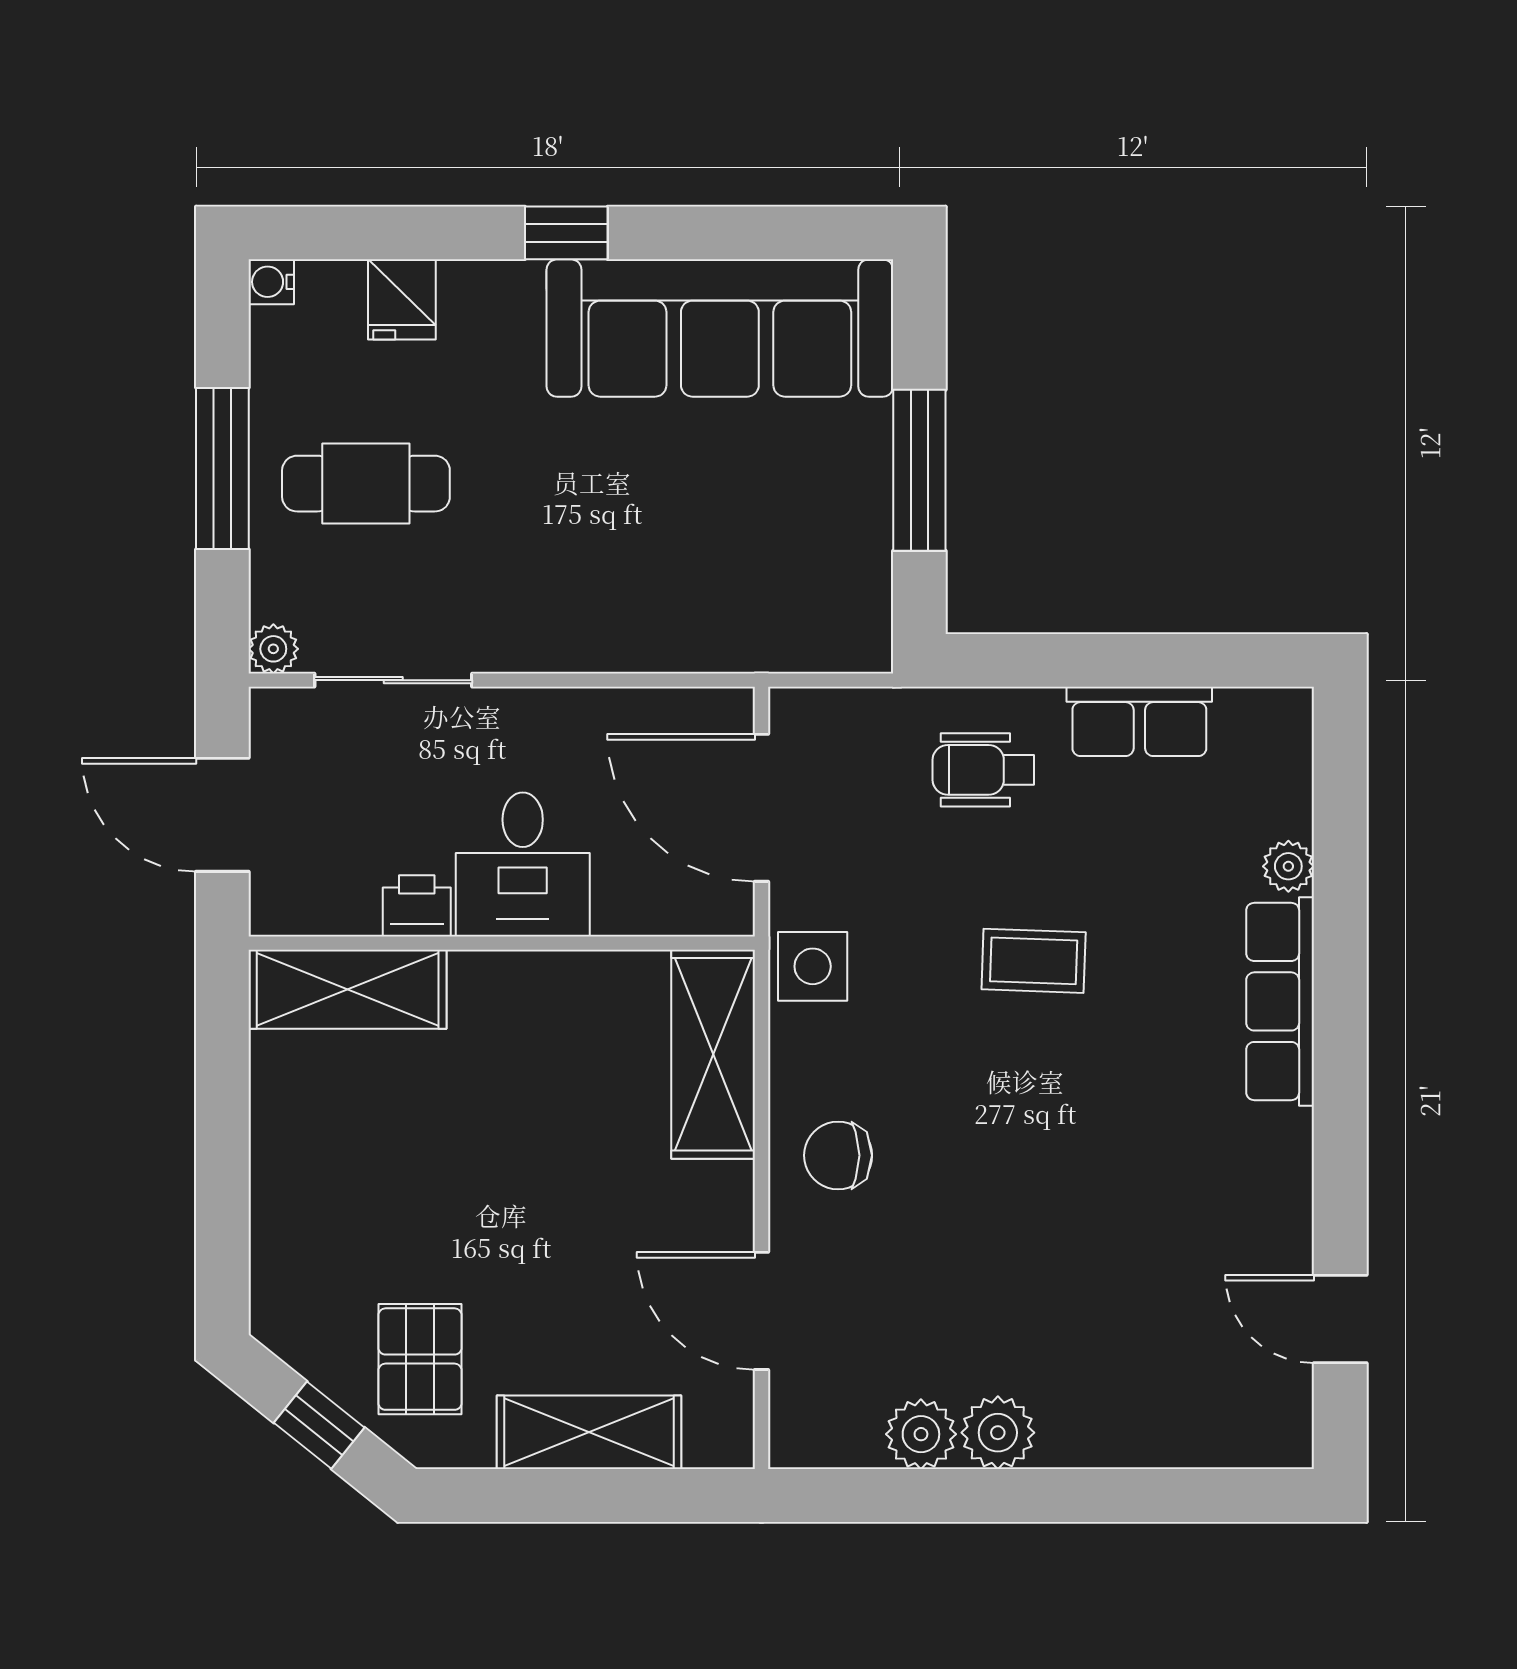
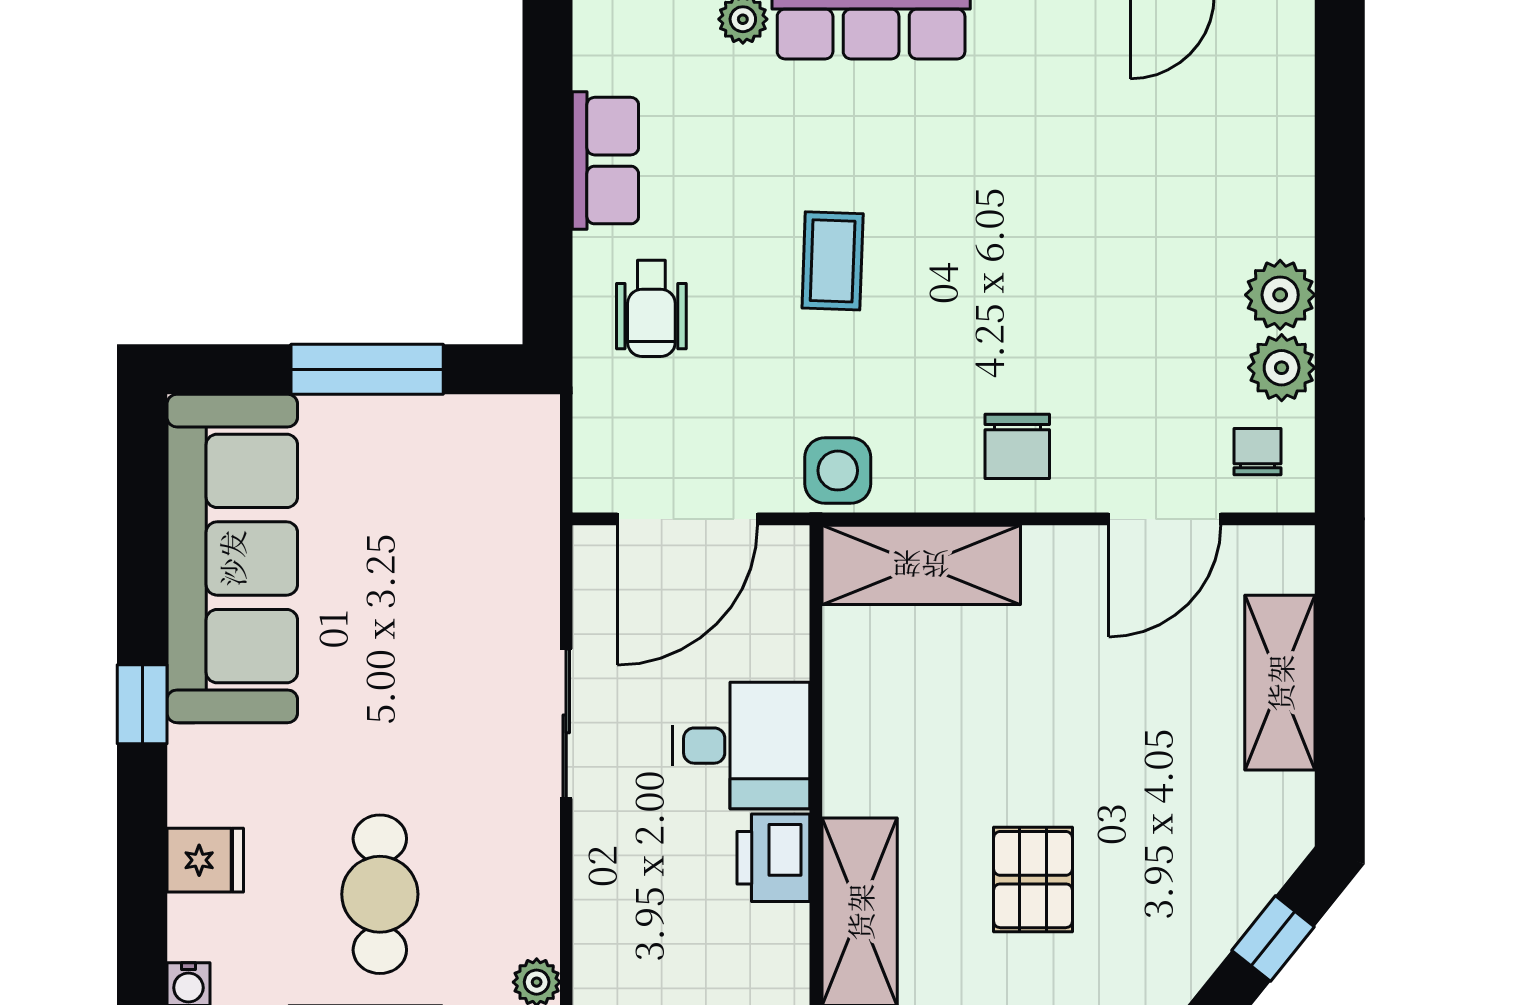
sliding door: (393, 680) -> (566, 724), moved
printer: (417, 906) -> (773, 858), width x1.36, depth x1.24
pallet: (420, 1359) -> (1033, 880), moved, turned 90
chair: (833, 1409) -> (1258, 452), added

